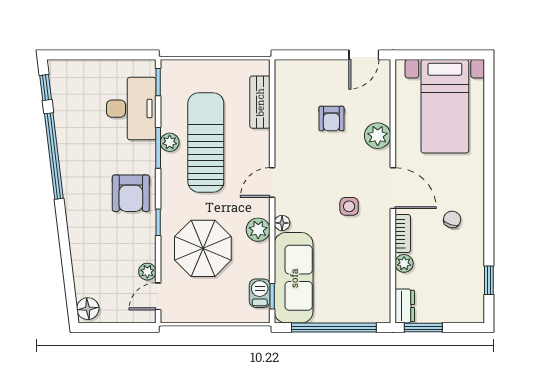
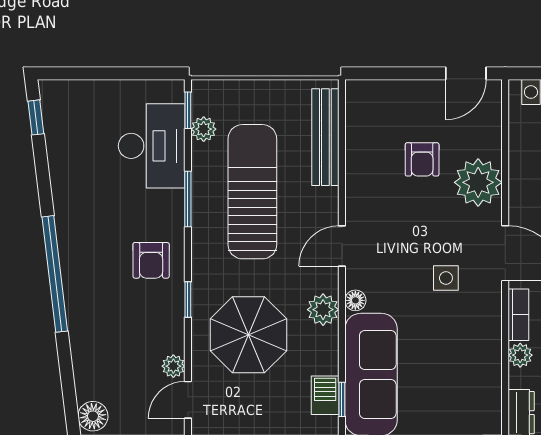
bench: (260, 102) -> (325, 137), width x1.36
plant: (378, 136) -> (478, 182), width x1.36, depth x1.36
plant: (170, 142) -> (204, 129), moved
window: (54, 156) -> (55, 274), moved
armchair: (131, 193) -> (151, 260), width x0.72, depth x0.72

